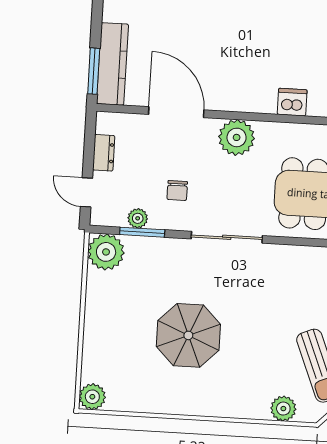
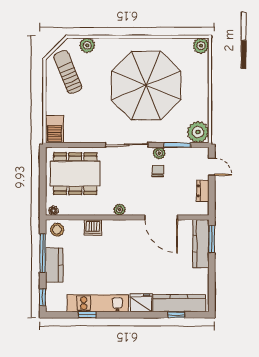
plant: (237, 137) -> (120, 210), width x0.53, depth x0.53
plant: (138, 218) -> (159, 153), moved
parasol: (188, 335) -> (146, 85), width x1.86, depth x1.86

